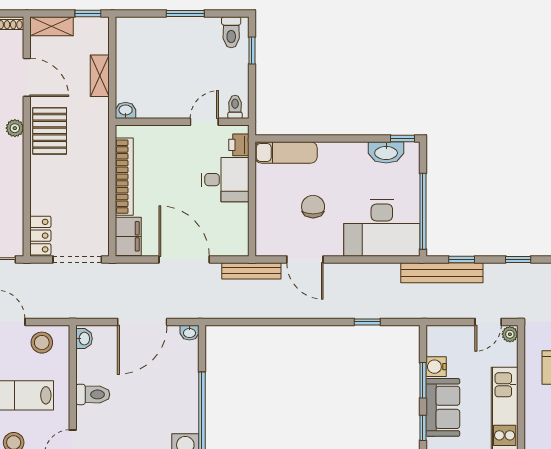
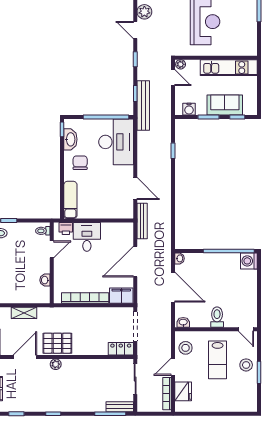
washbasin: (126, 110) -> (45, 280), moved
door: (204, 122) -> (52, 249), swing flipped
chair: (313, 207) -> (80, 163), moved, turned 90
door: (305, 259) -> (135, 188), hinge flipped
water cooler: (436, 367) -> (189, 109), moved

